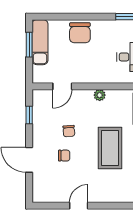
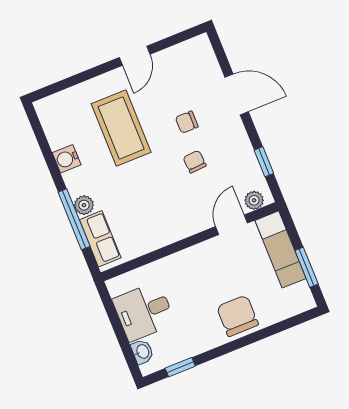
exam couch: (40, 42) -> (280, 249), moved
plant: (100, 95) -> (254, 200), moved
coffee table: (110, 148) -> (121, 128), moved

